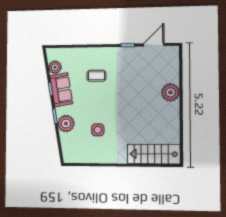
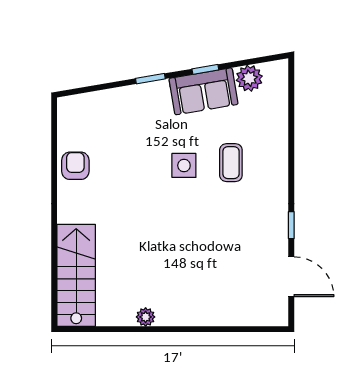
plant: (170, 92) -> (146, 317), moved, width x0.53, depth x0.53
plant: (66, 124) -> (136, 101), removed
side table: (98, 130) -> (184, 165), moved
armchair: (98, 154) -> (75, 166), added

